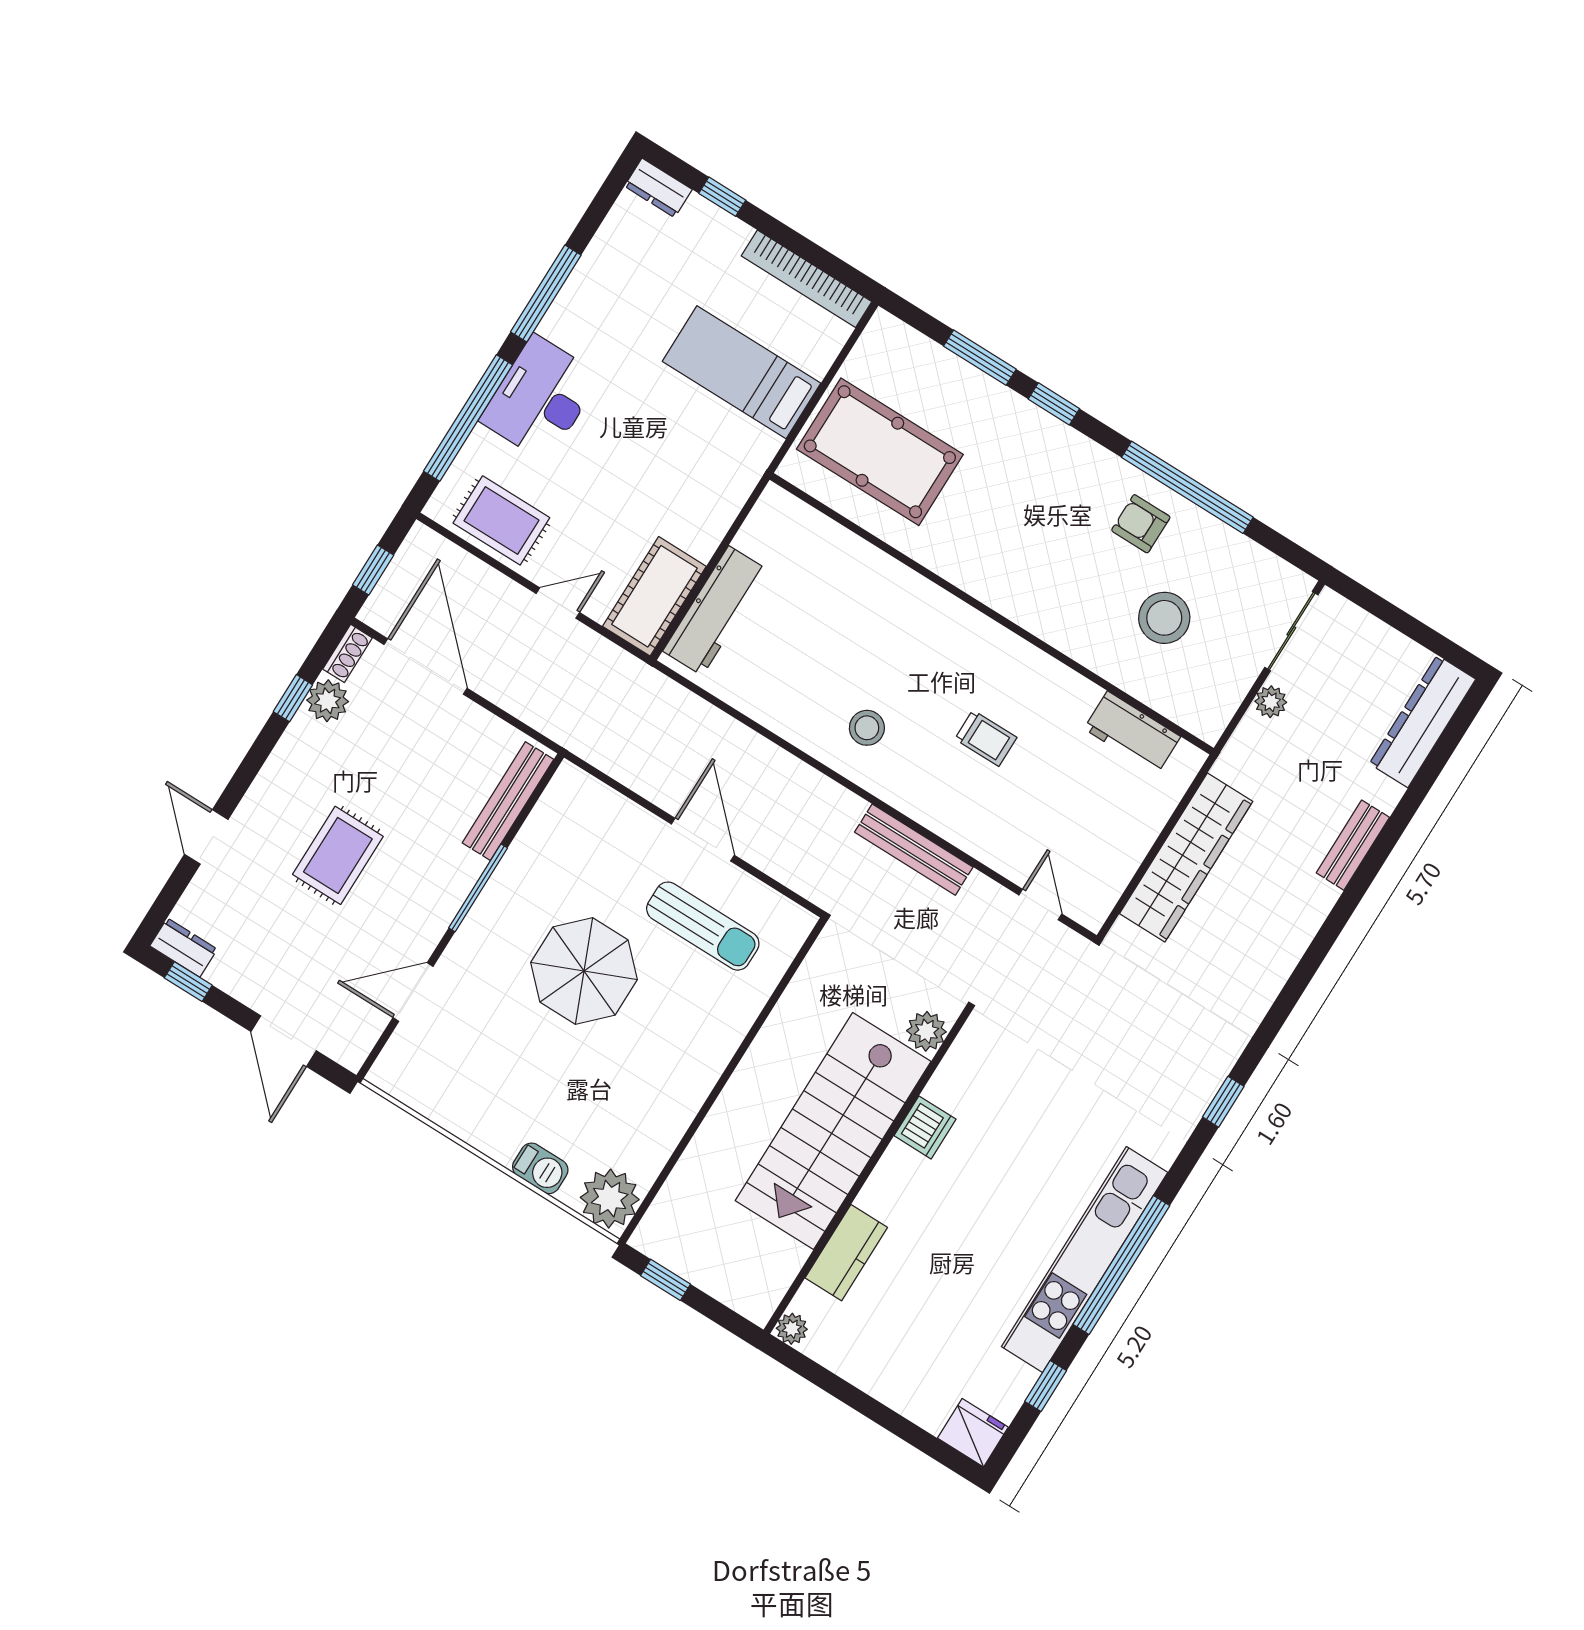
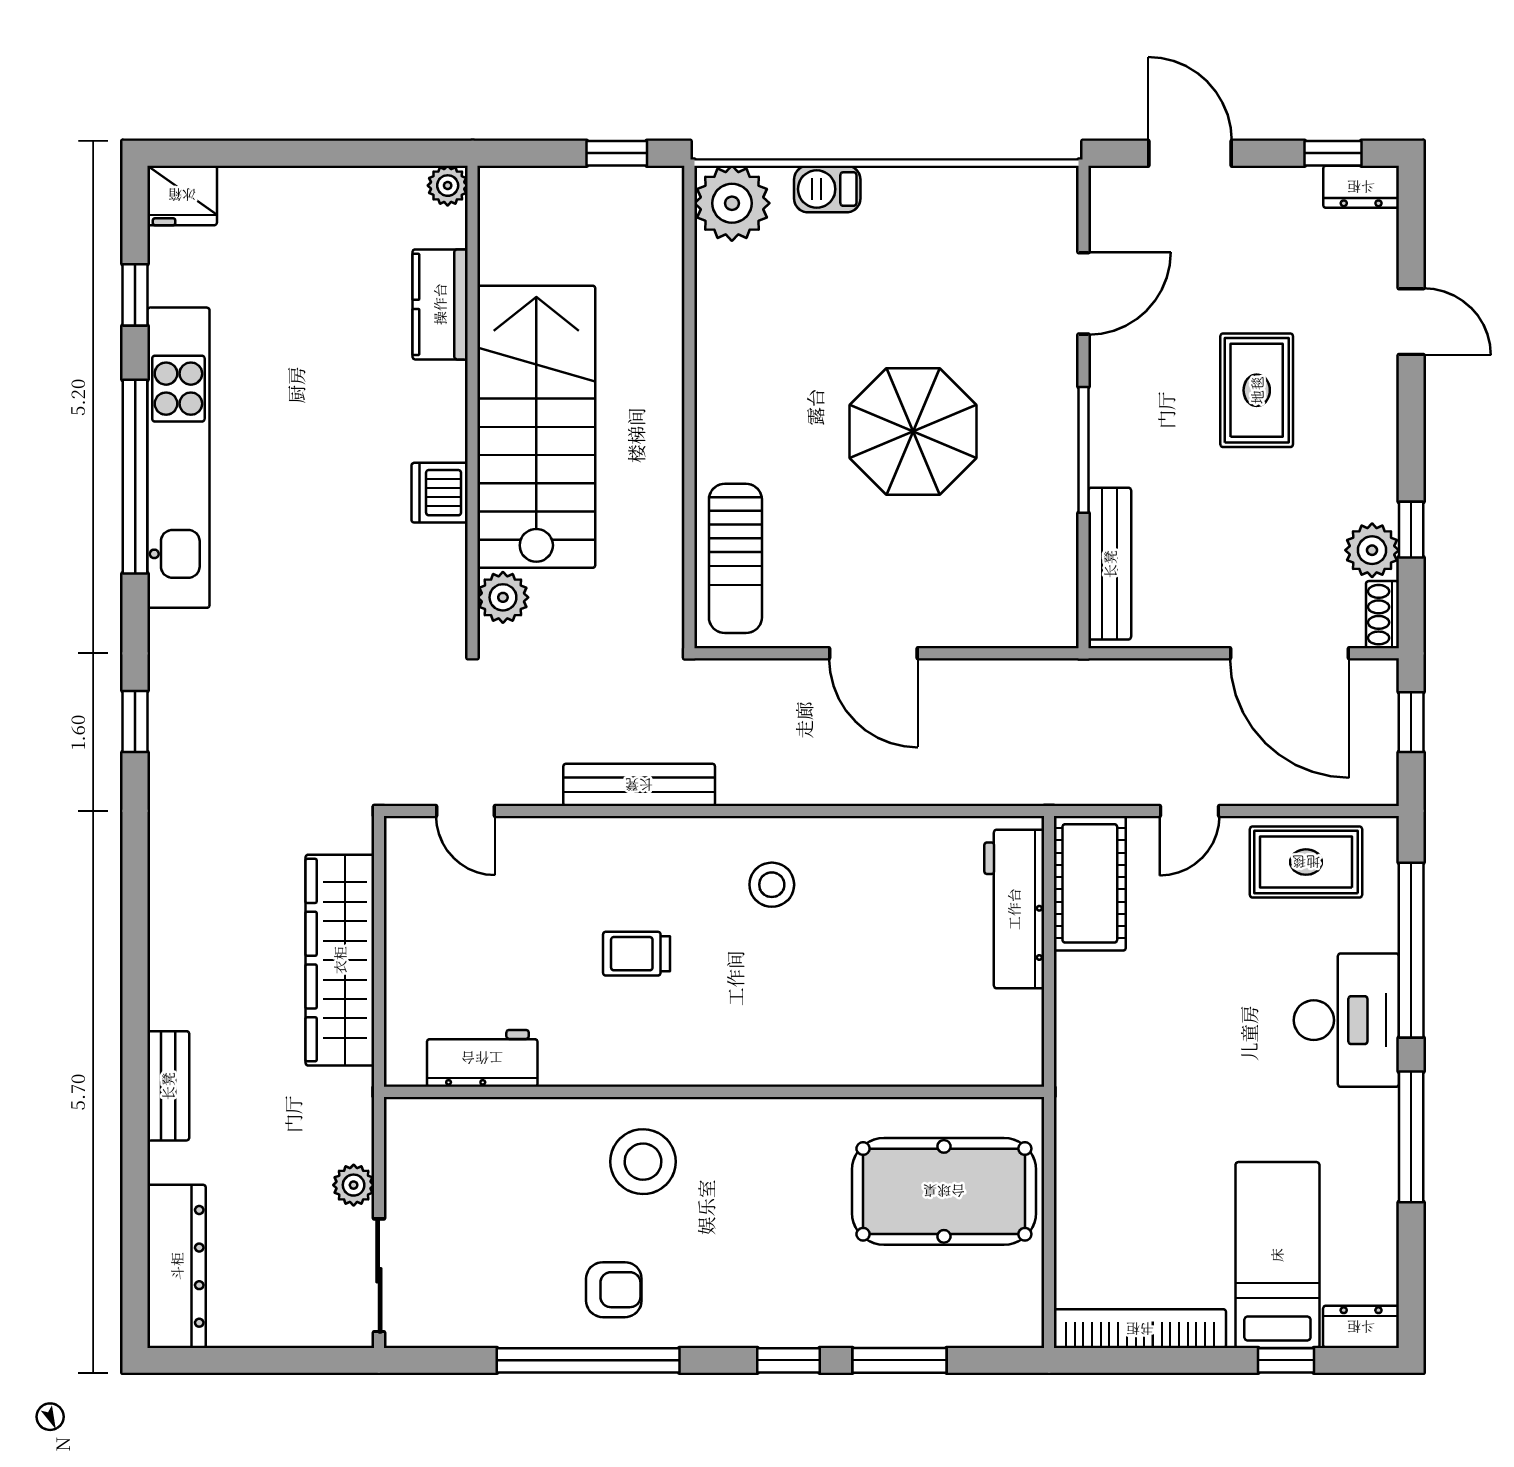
bed: (741, 372) -> (1277, 1255), moved, turned -90
stool: (1164, 618) -> (643, 1162), moved
sun lounger: (703, 926) -> (735, 558), moved, turned -90

